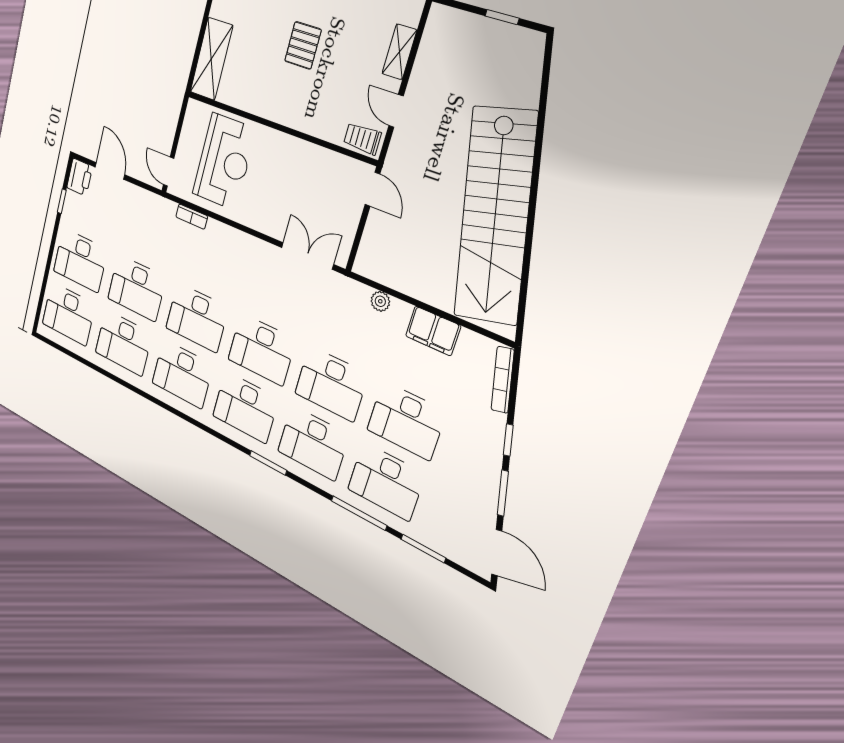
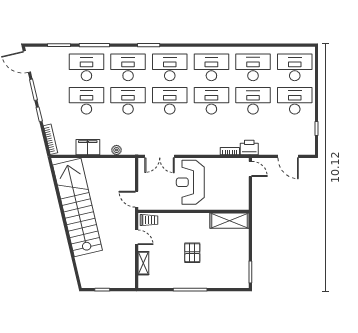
shelving: (211, 59) -> (230, 221), moved, turned 90
reception desk: (224, 162) -> (190, 182), moved
printer: (80, 177) -> (249, 148), moved, turned 90

